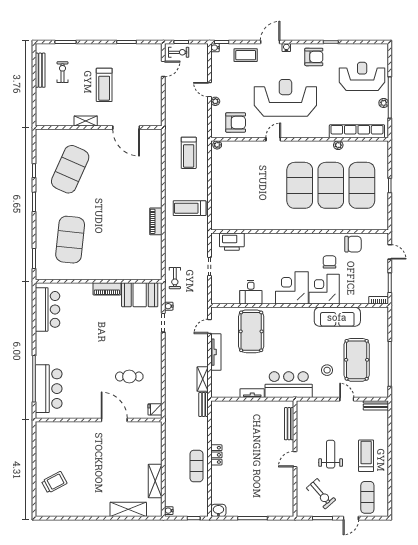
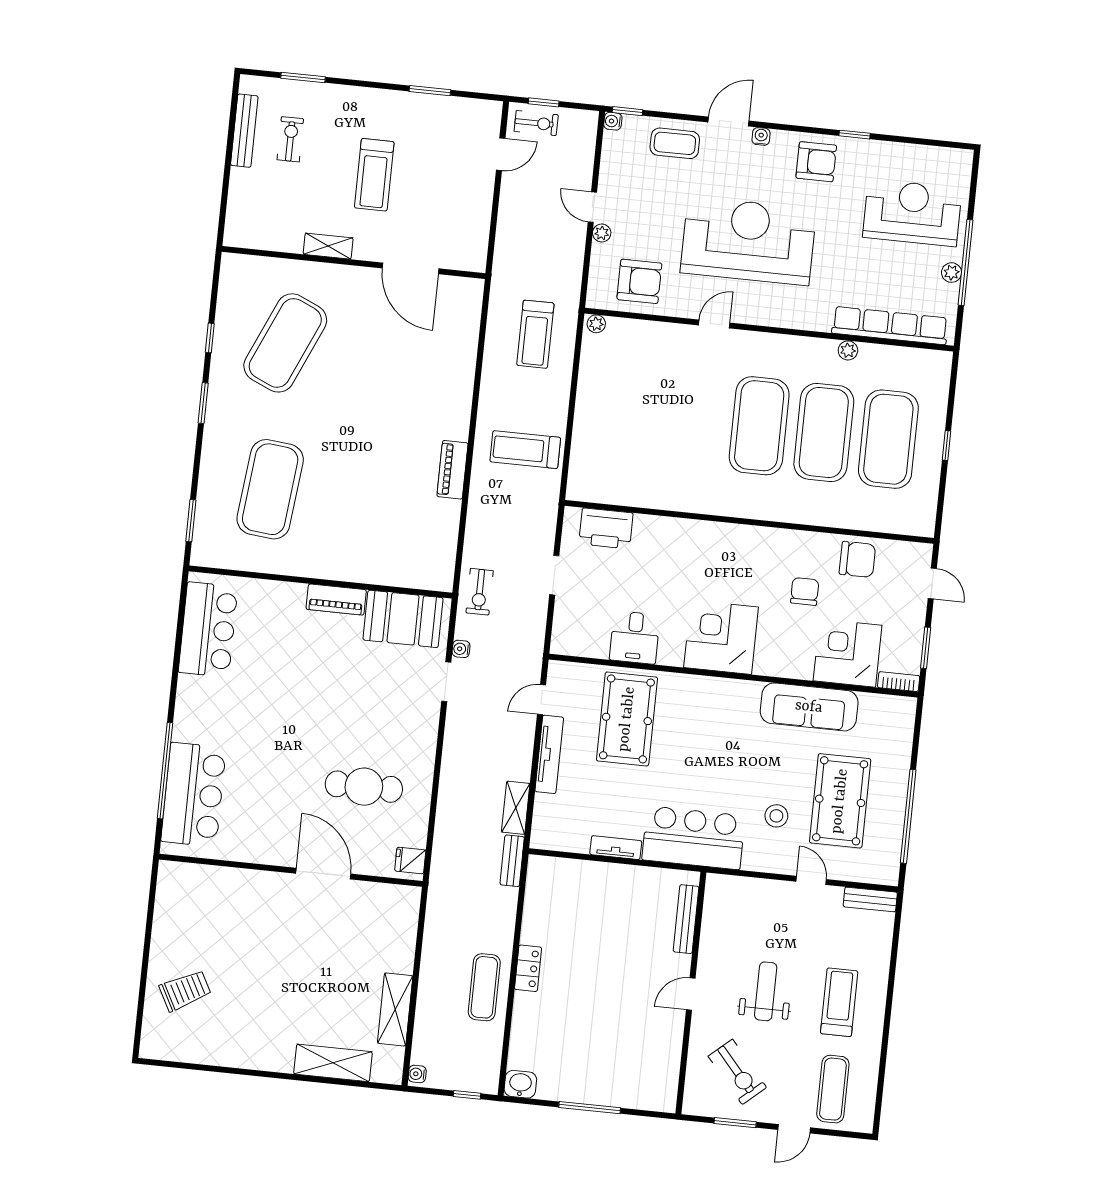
corner desk: (324, 289) -> (848, 653), moved
cafe table: (129, 376) -> (364, 787), width x1.37, depth x1.35

